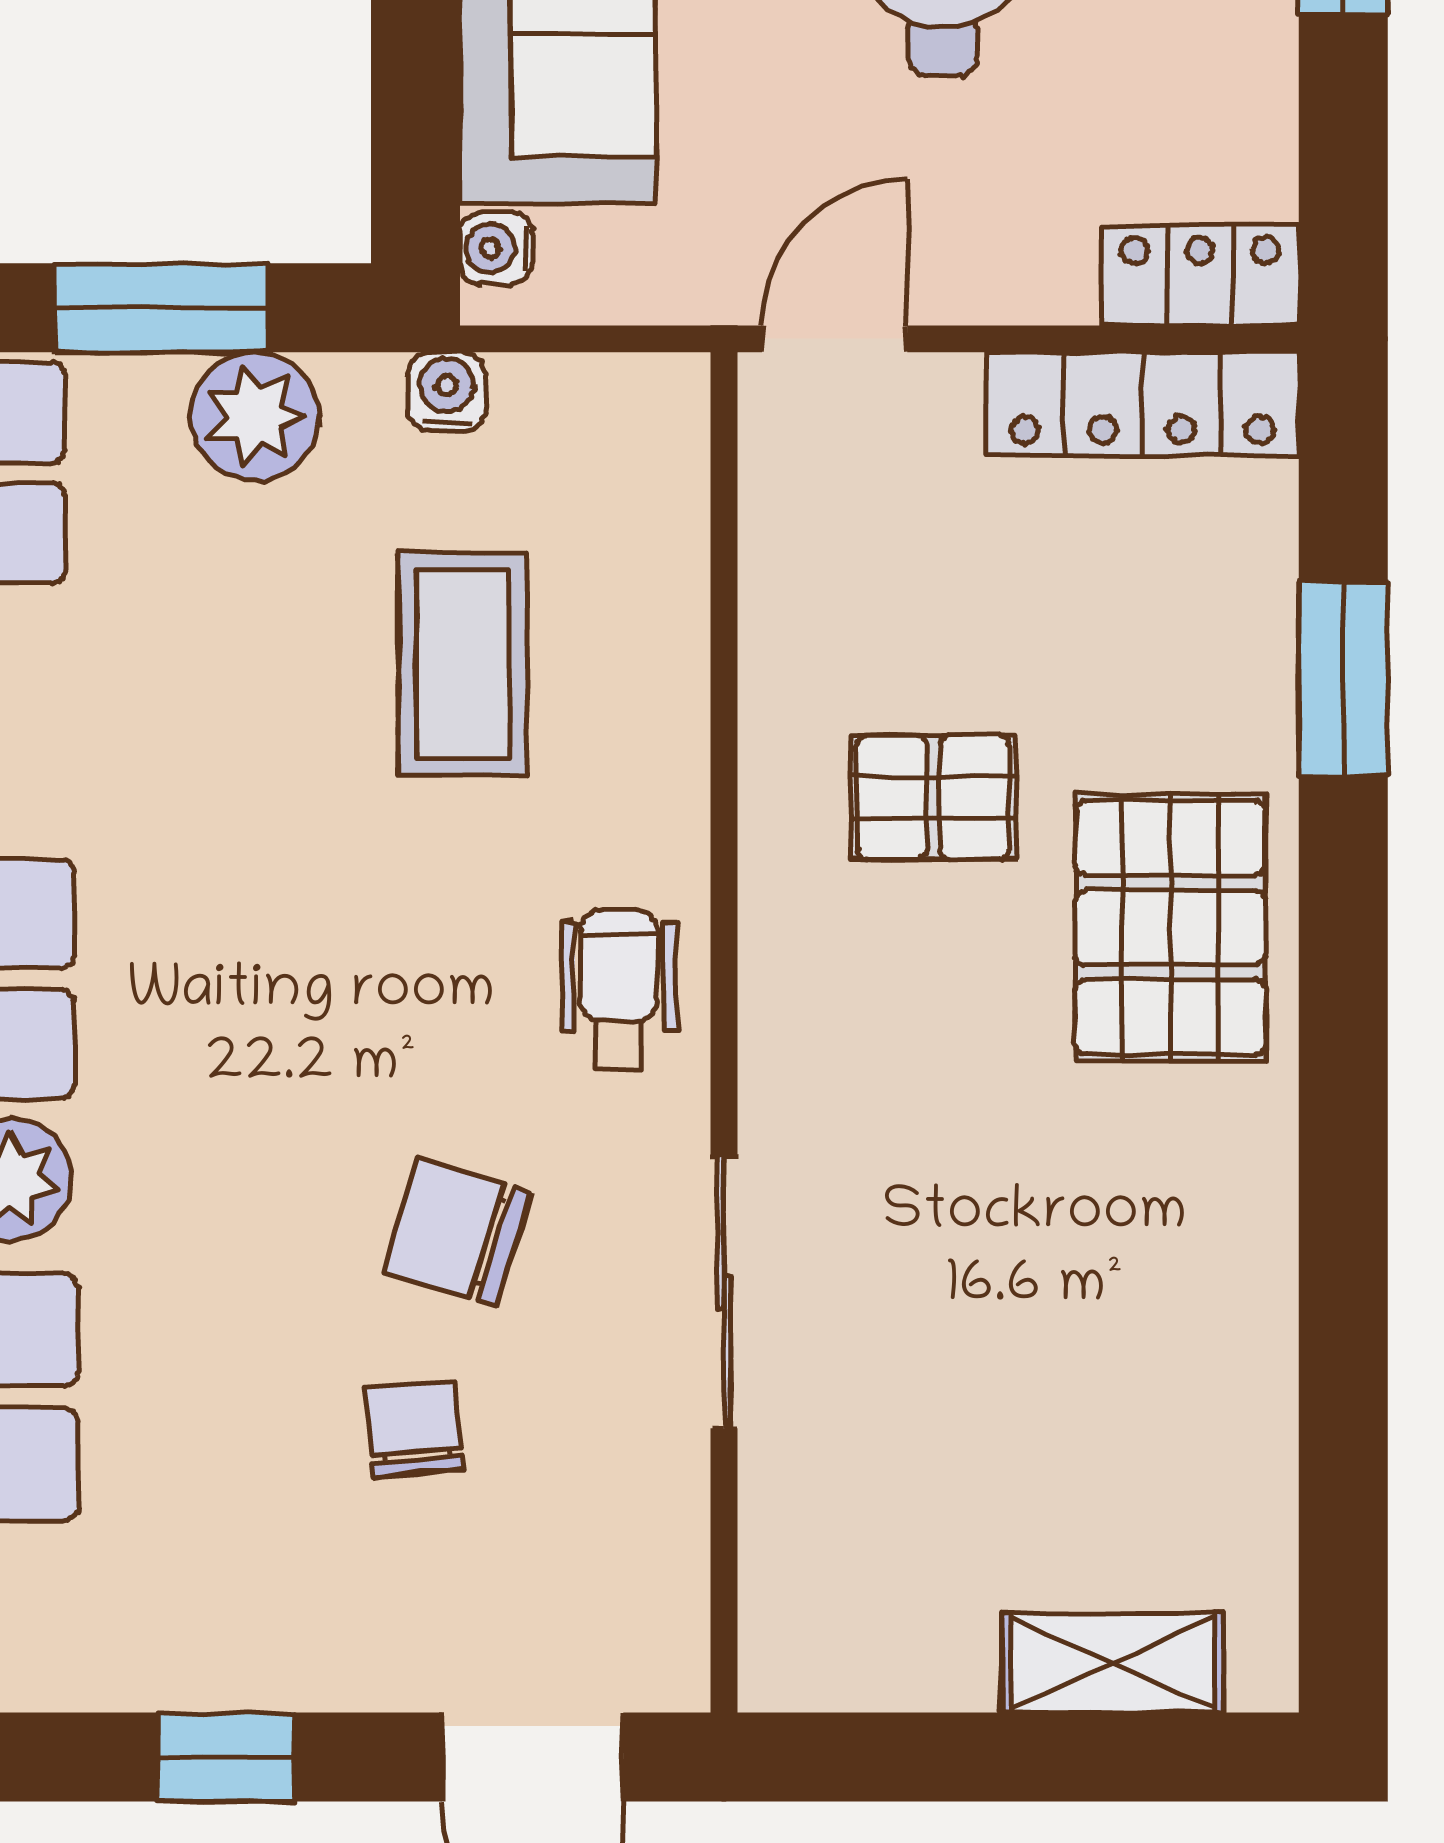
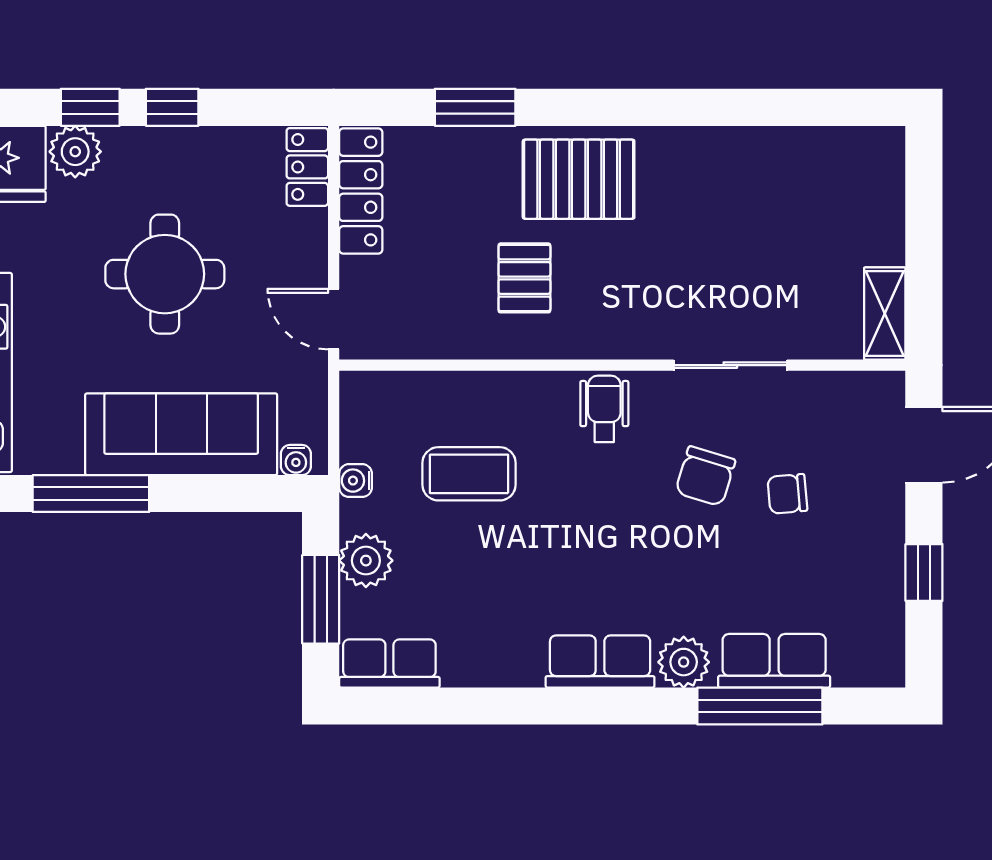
wheelchair: (619, 989) -> (604, 409), turned 90
shelving: (1112, 1663) -> (885, 313), moved

